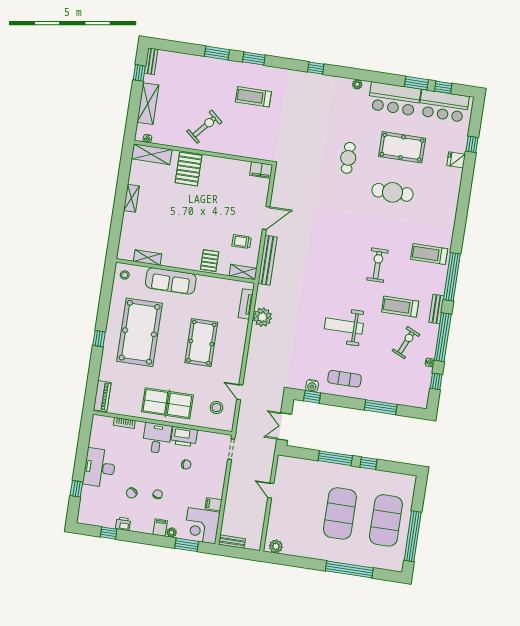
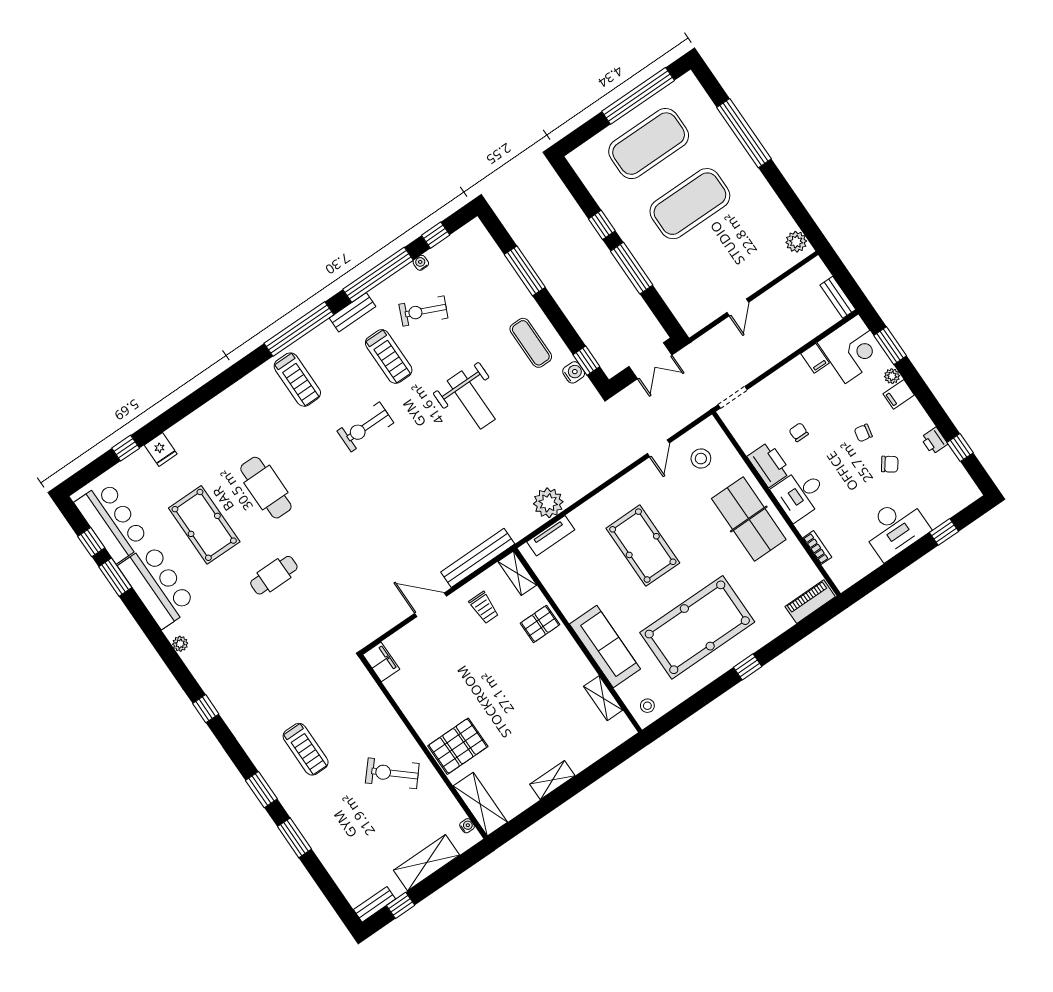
pool table: (201, 343) -> (643, 546), turned 90

